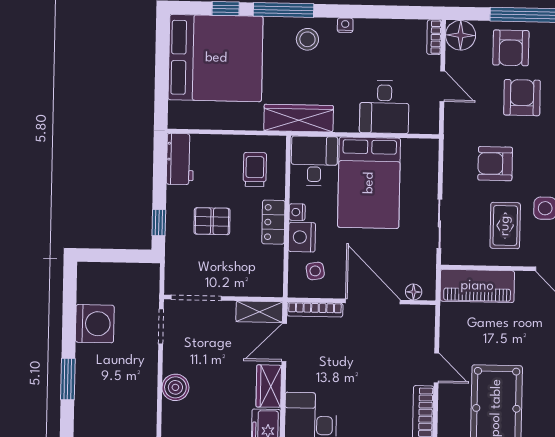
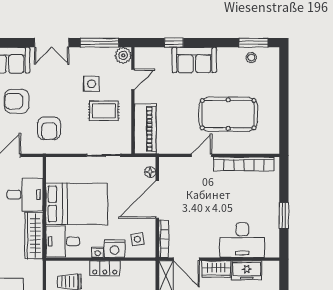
wardrobe: (299, 118) -> (34, 236), moved
armchair: (495, 164) -> (49, 128), moved

